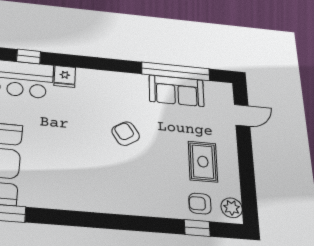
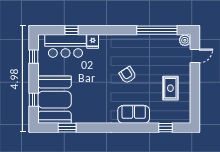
sofa: (176, 91) -> (134, 114), moved, turned 180
armchair: (200, 204) -> (168, 114), removed
plant: (232, 208) -> (185, 40), moved

